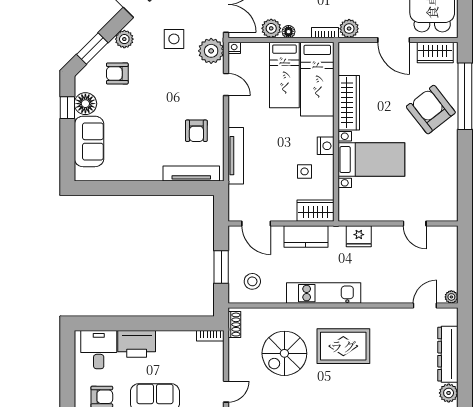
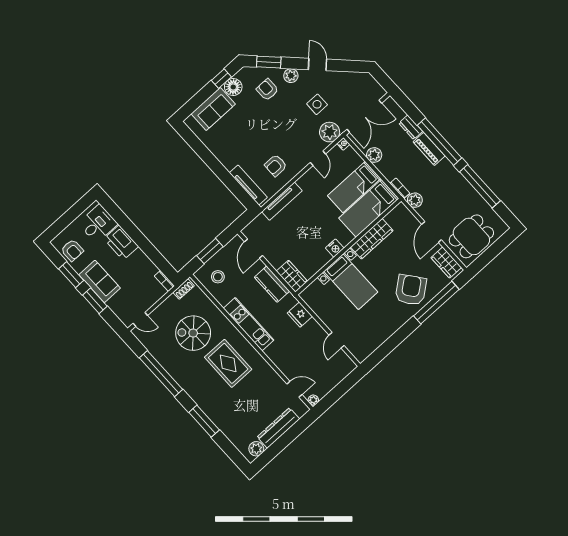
floor lamp: (288, 32) -> (381, 167), removed
side table: (305, 171) -> (309, 249), removed

